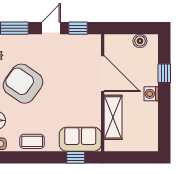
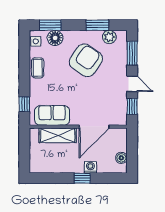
window: (164, 73) -> (82, 178), moved
washing machine: (151, 94) -> (90, 167), moved
sofa: (80, 139) -> (52, 115), moved, turned -90

